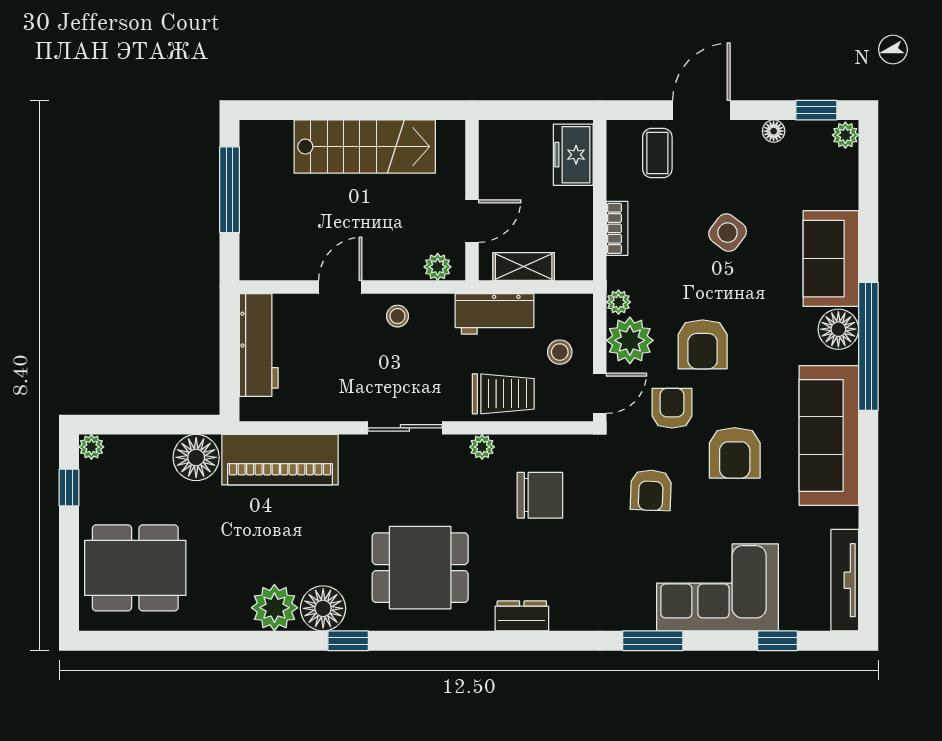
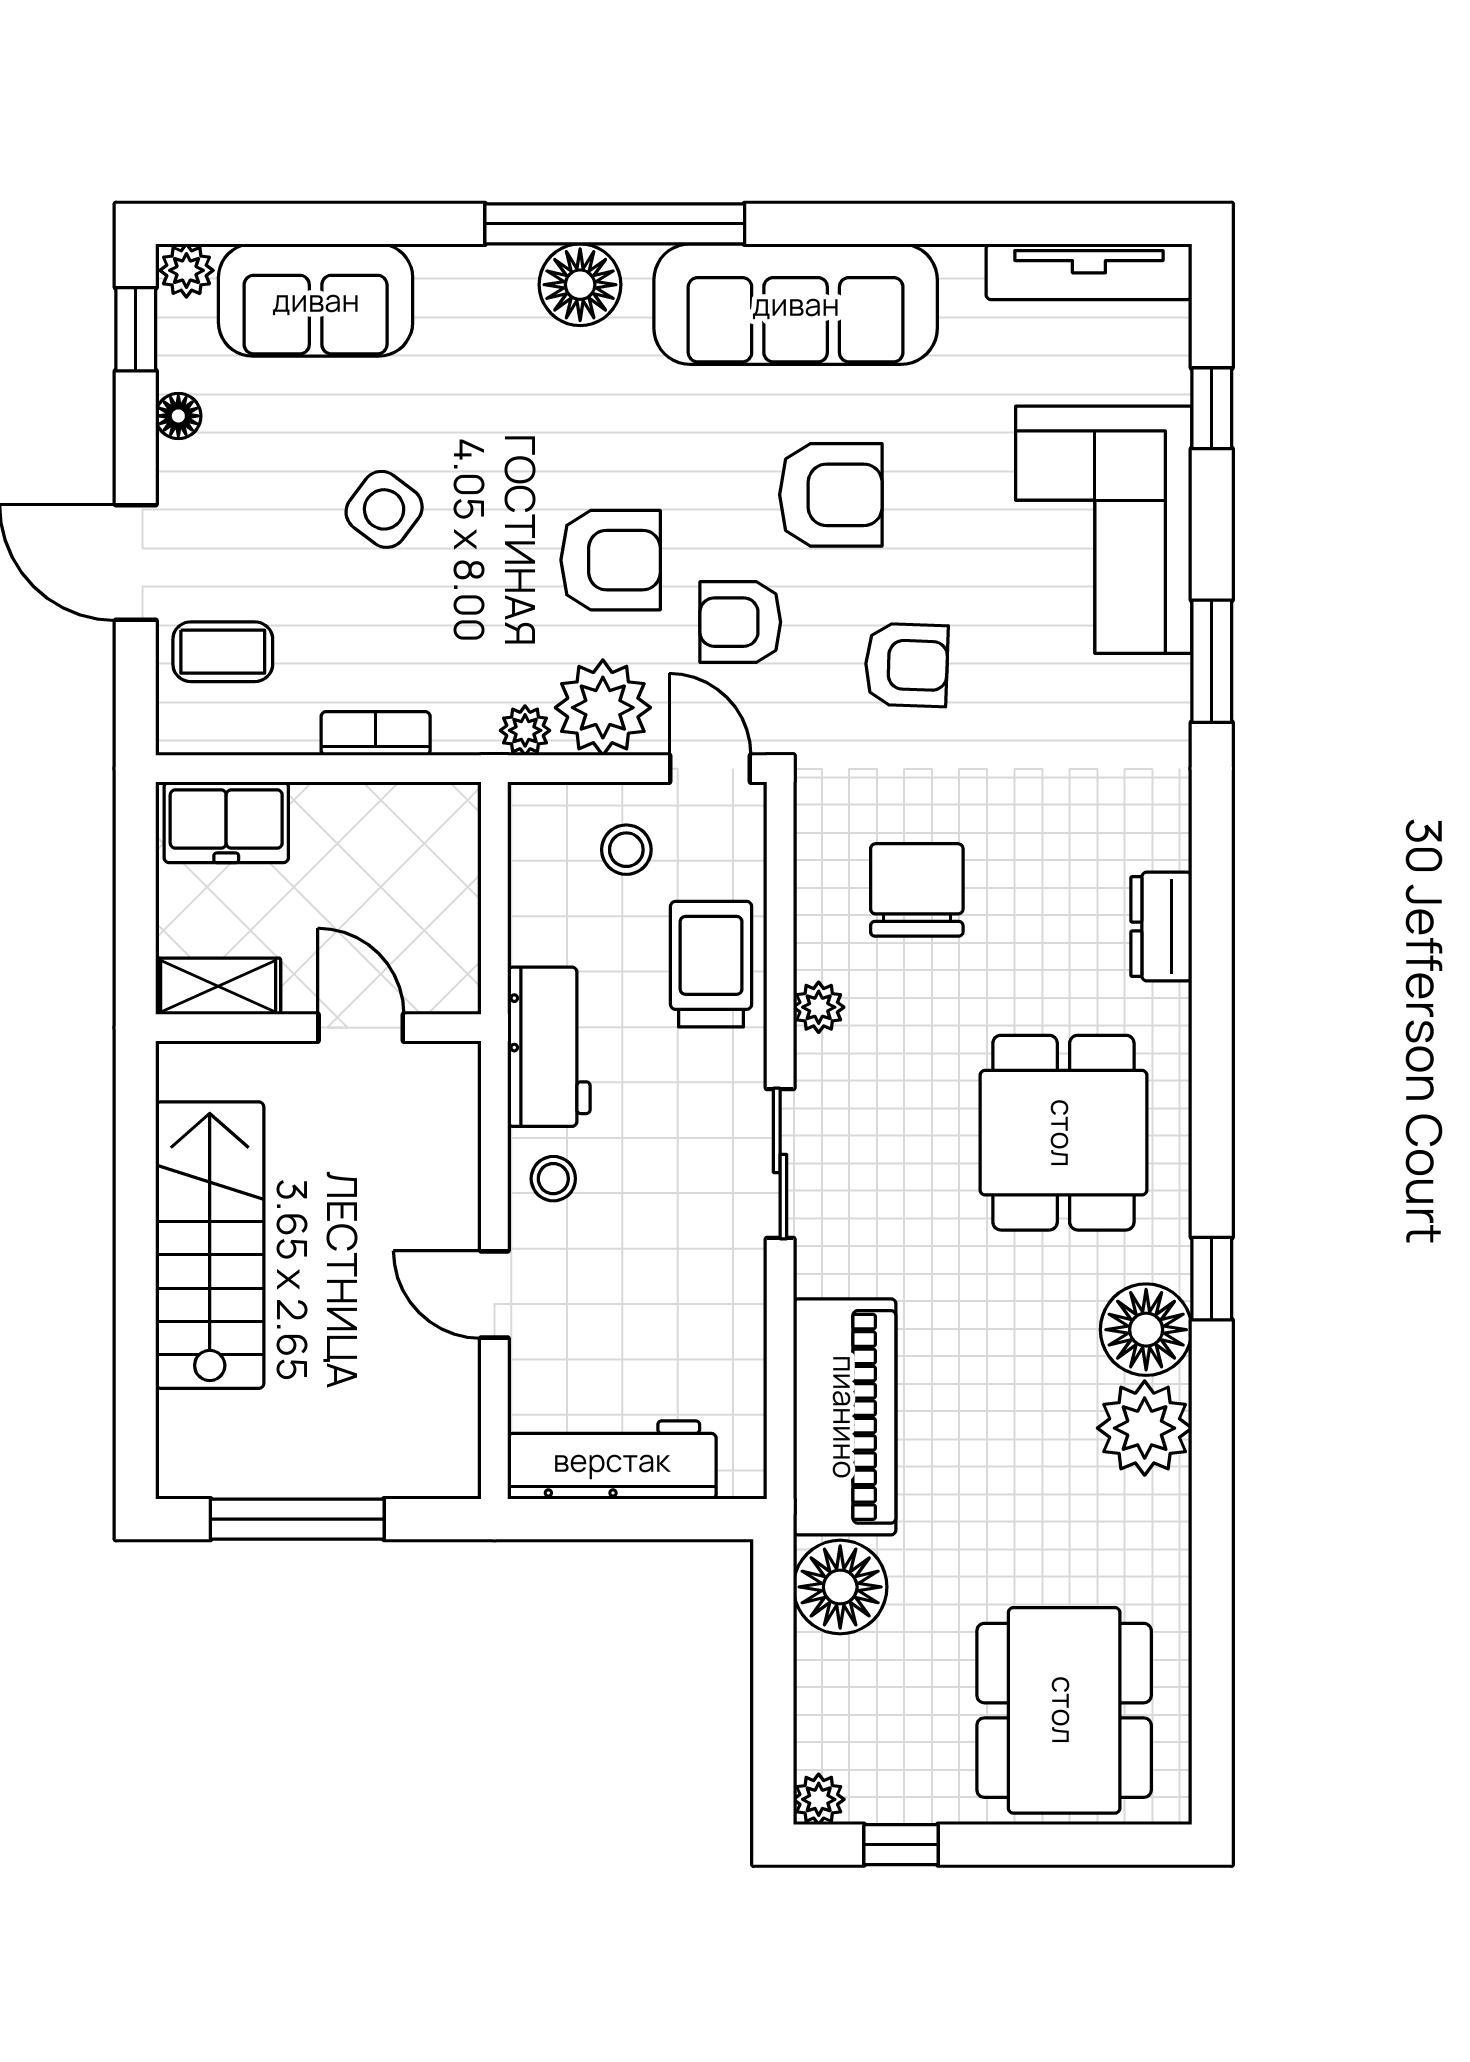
sofa: (831, 259) -> (316, 300), moved
plant: (438, 267) -> (454, 1097), removed
shelving: (524, 267) -> (218, 986), moved, turned 90
workbench: (494, 314) -> (549, 1047), moved

